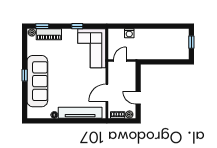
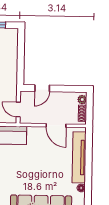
door: (138, 98) -> (42, 88), moved

